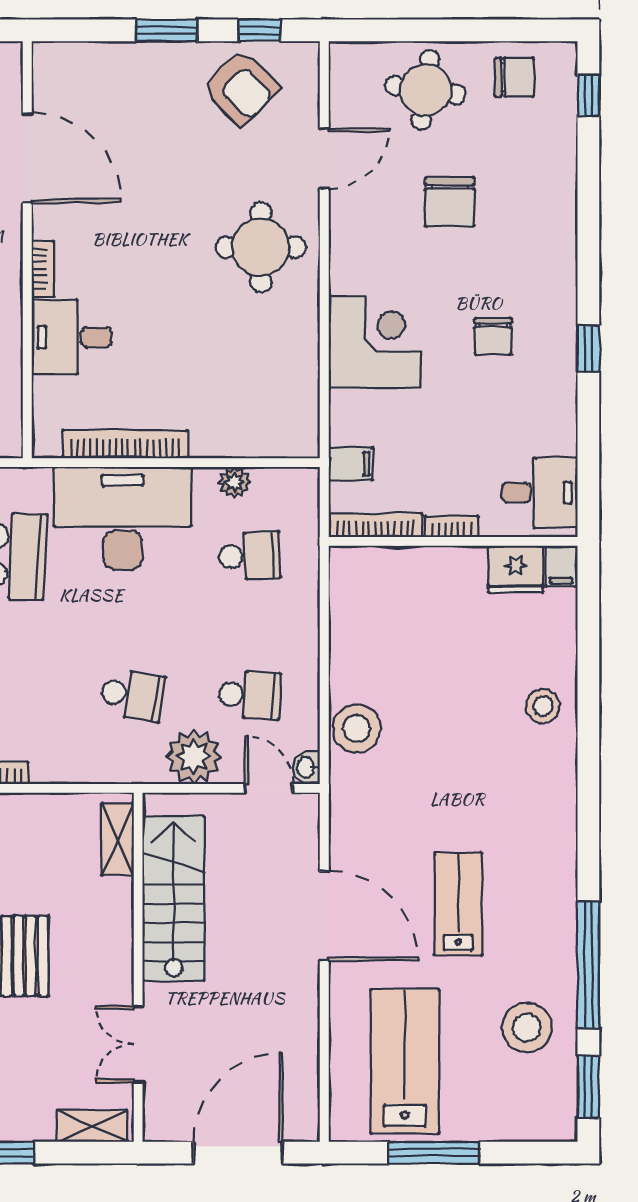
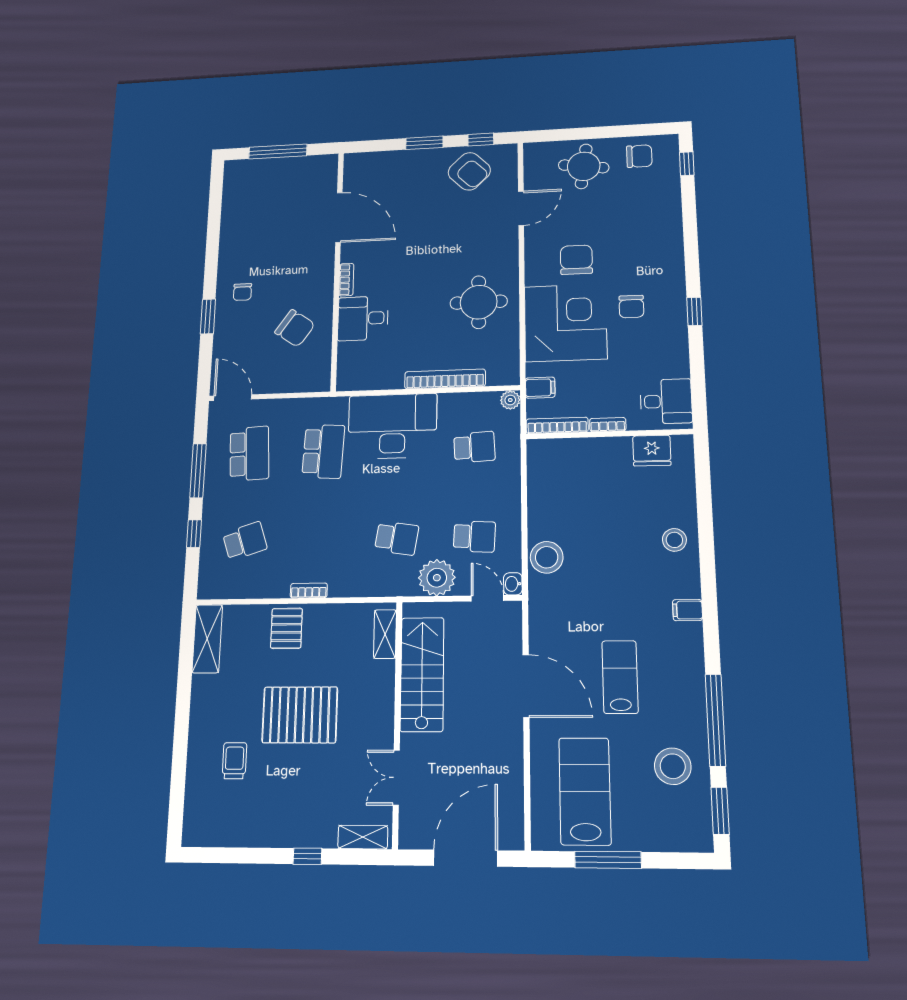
chair: (450, 202) -> (576, 260), moved, turned 180
round table: (261, 247) -> (479, 302), moved
corner desk: (375, 342) -> (565, 323), width x1.36, depth x1.36
bookcase: (125, 444) -> (445, 379), moved
plant: (234, 482) -> (510, 400), moved
filing cabinet: (561, 566) -> (688, 610), moved, turned 90

